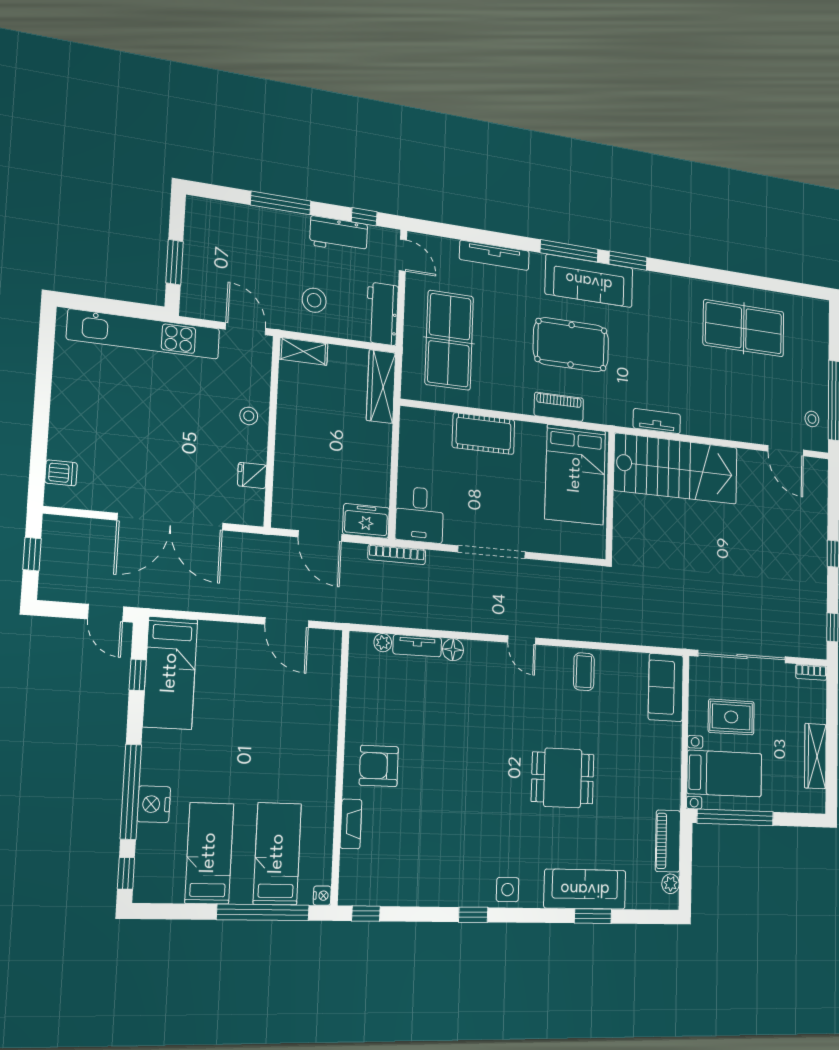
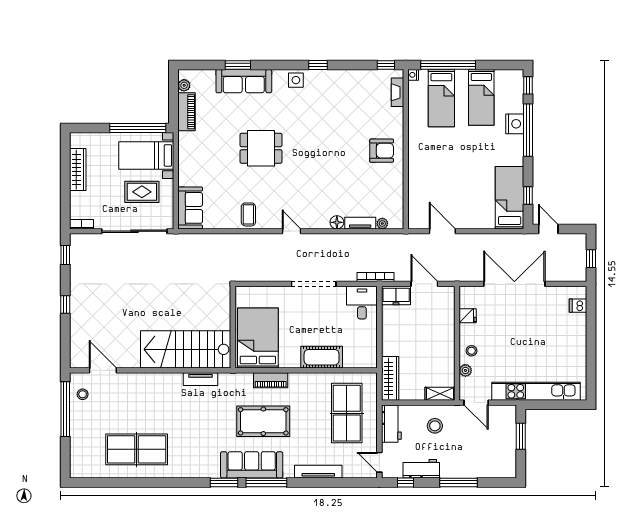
plant: (260, 384) -> (465, 370), added
fireplace: (351, 824) -> (397, 92), moved

